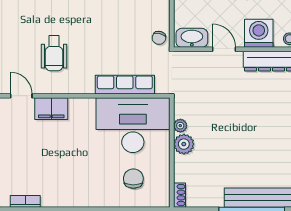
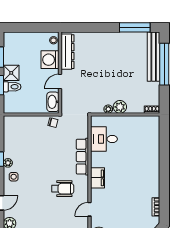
row of seats: (125, 85) -> (82, 157), moved
filing cabinet: (51, 109) -> (98, 178), moved
desk: (133, 125) -> (104, 139), width x0.53, depth x0.77
chair: (133, 179) -> (142, 139), removed

